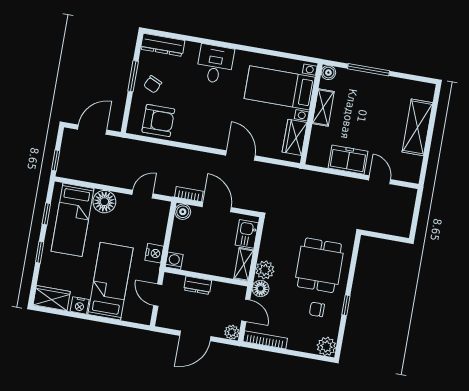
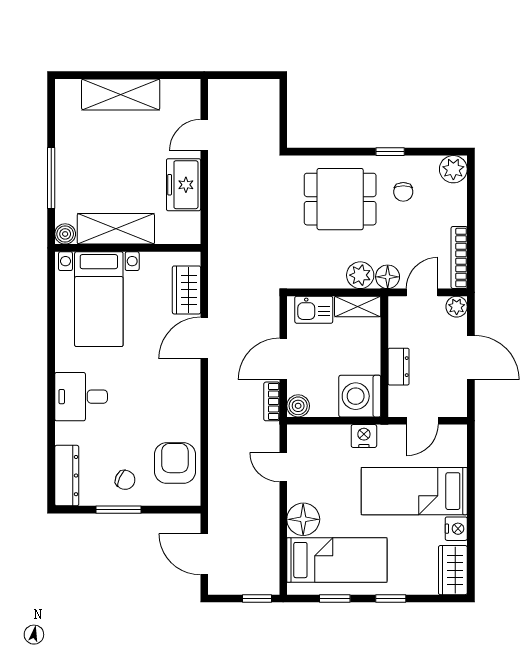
shelving: (323, 108) -> (116, 229), width x1.50, depth x1.33
wardrobe: (295, 137) -> (187, 290), moved, turned 90
washing machine: (174, 261) -> (360, 396), width x1.89, depth x1.89

